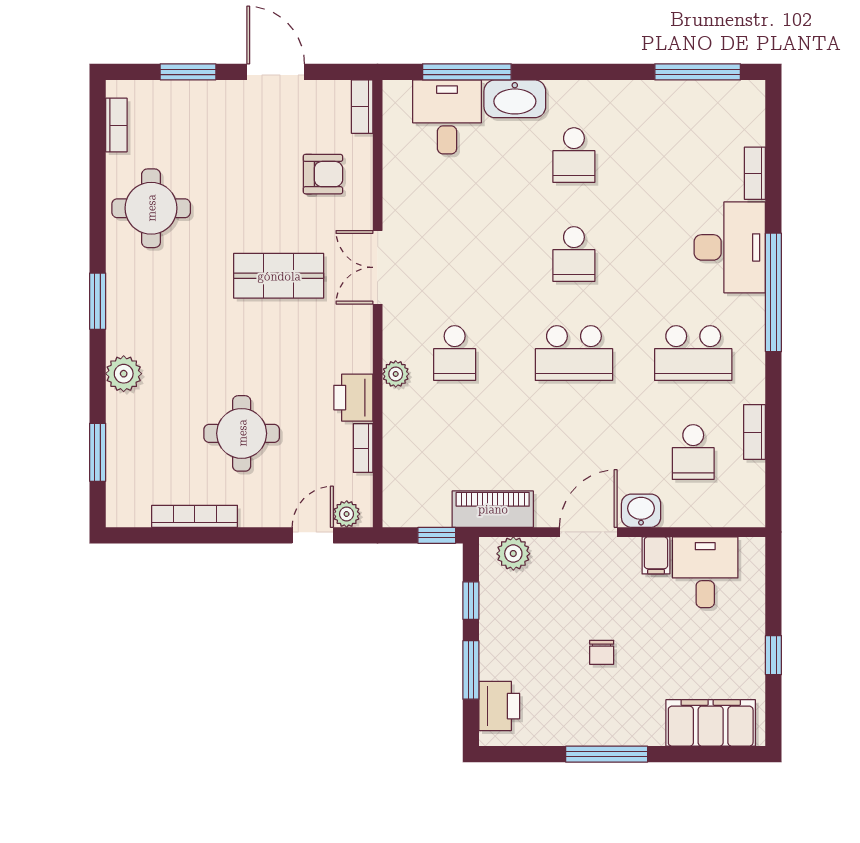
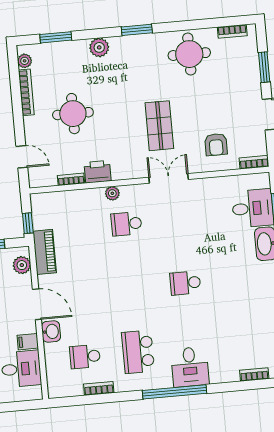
school desk: (574, 155) -> (238, 278), removed
bookcase: (755, 173) -> (254, 375), moved
desk: (730, 247) -> (190, 367), width x0.73
school desk: (574, 353) -> (132, 288), removed
plant: (347, 514) -> (25, 61), moved

